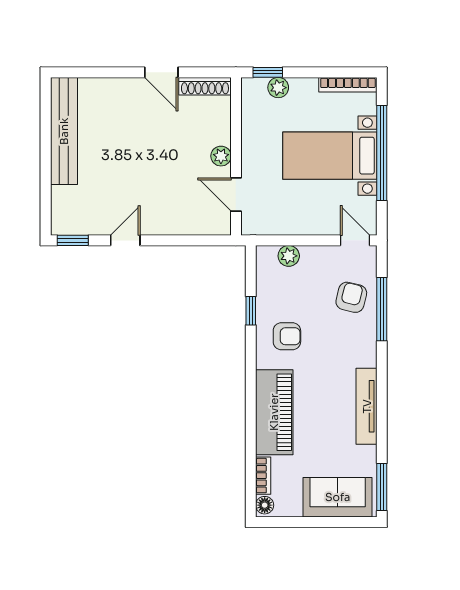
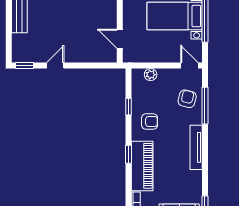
plant: (221, 156) -> (111, 16), removed
window: (251, 392) -> (128, 154), added
tv unit: (367, 406) -> (196, 147), moved

